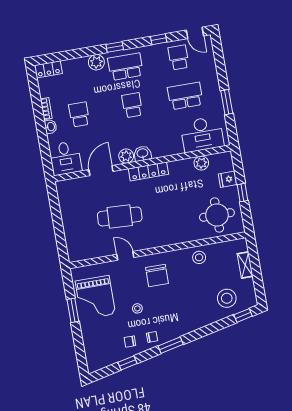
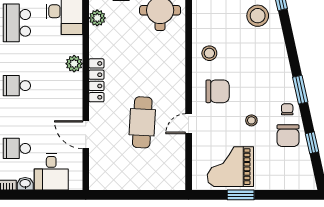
washbasin: (142, 153) -> (74, 83), removed
plant: (126, 156) -> (74, 64), moved
desk: (65, 158) -> (51, 172), moved, turned 90
stool: (199, 257) -> (209, 53), moved
grand piano: (95, 297) -> (230, 167), turned 180
chair: (130, 342) -> (288, 136), width x1.87, depth x1.87

